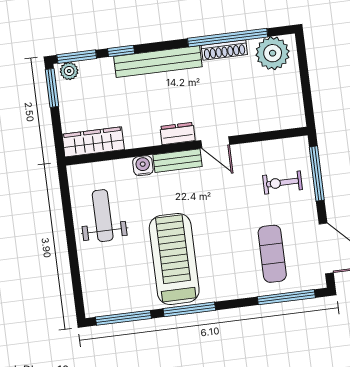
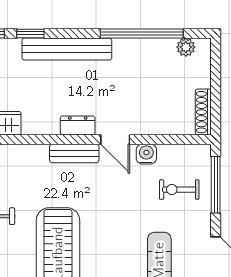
shoe rack: (224, 50) -> (203, 112), moved, turned 90
plant: (273, 53) -> (186, 47), width x0.53, depth x0.53
water cooler: (143, 166) -> (146, 154), moved

